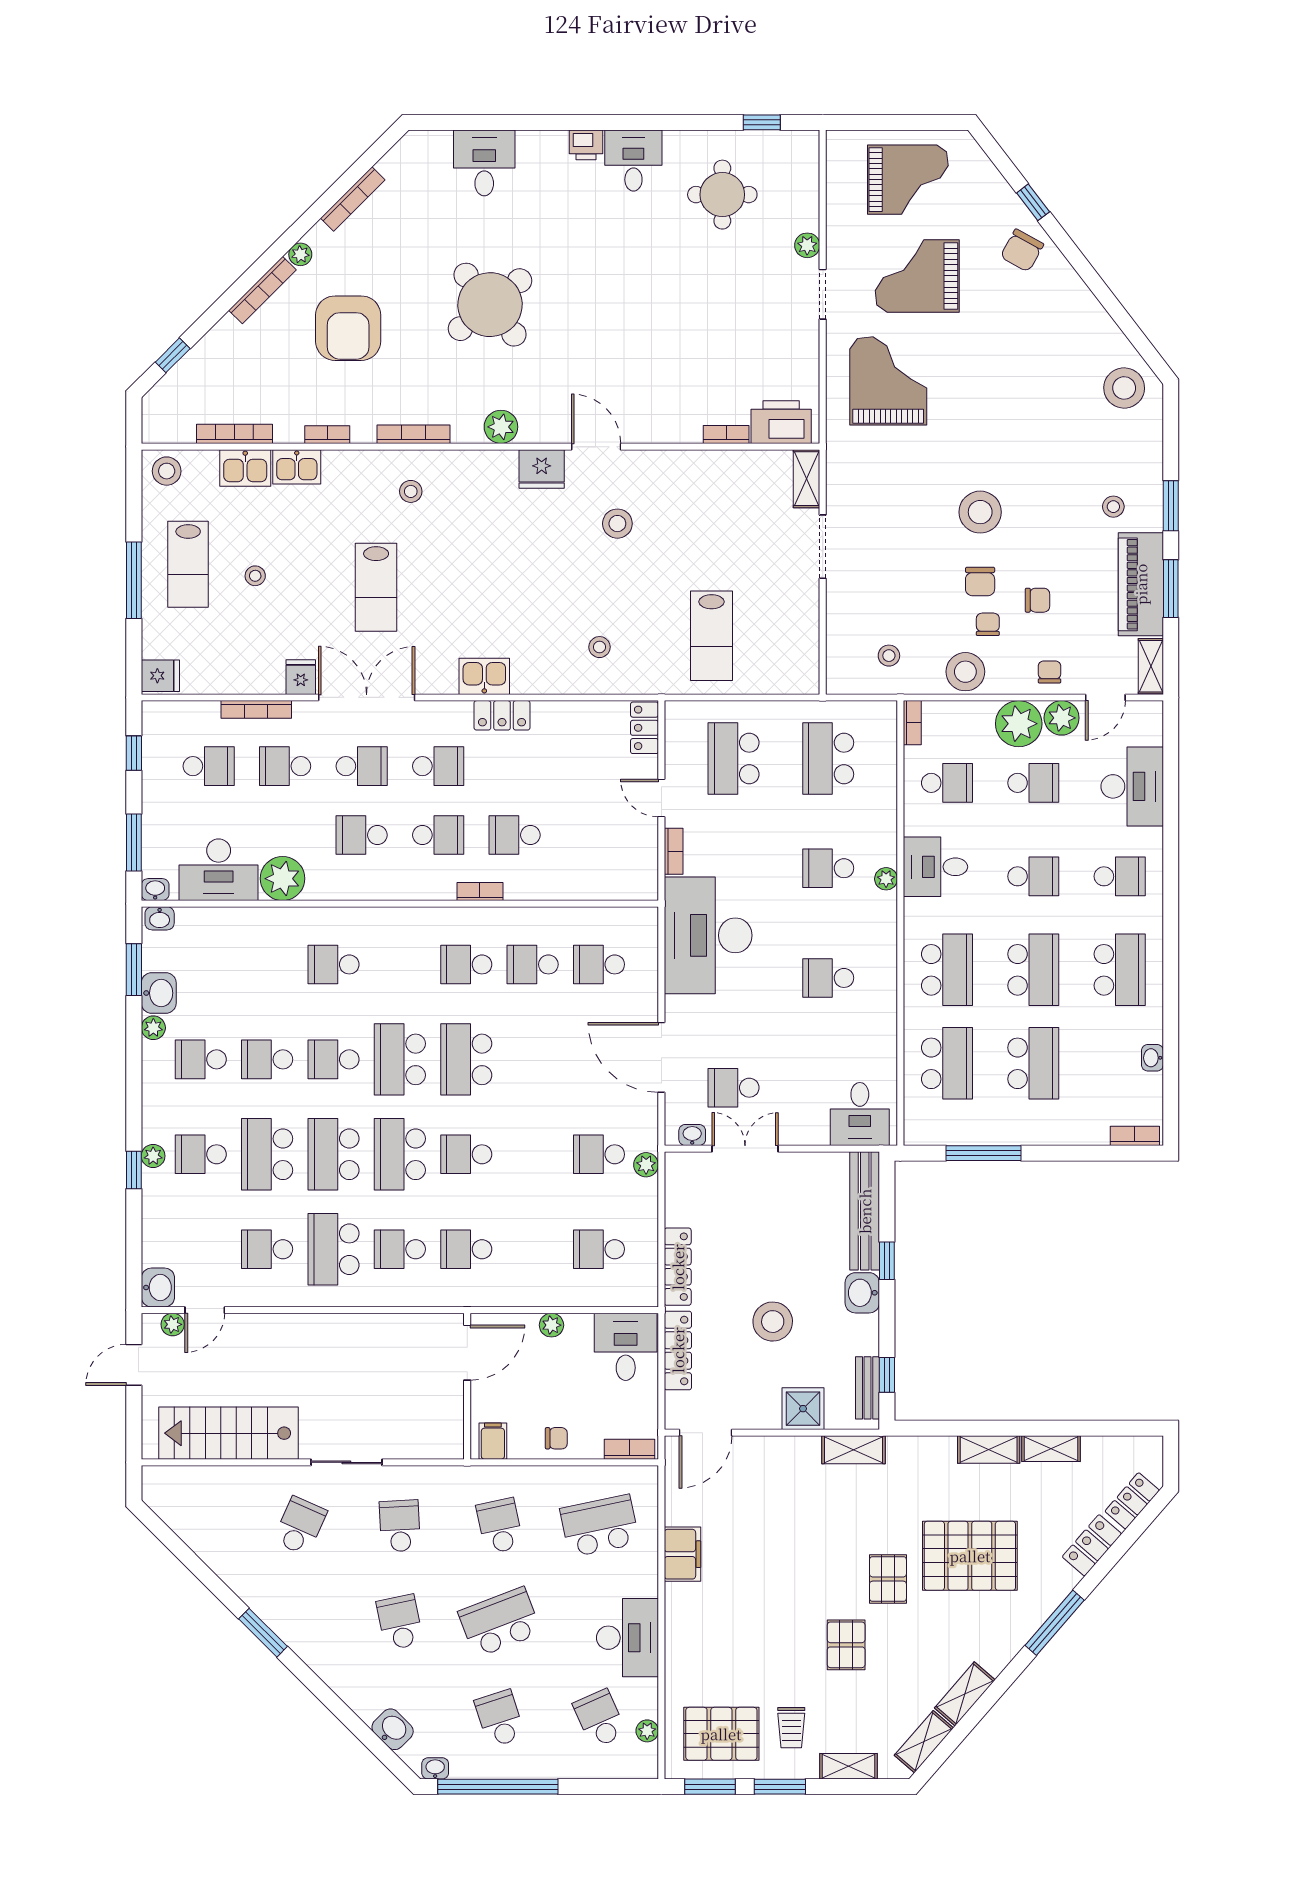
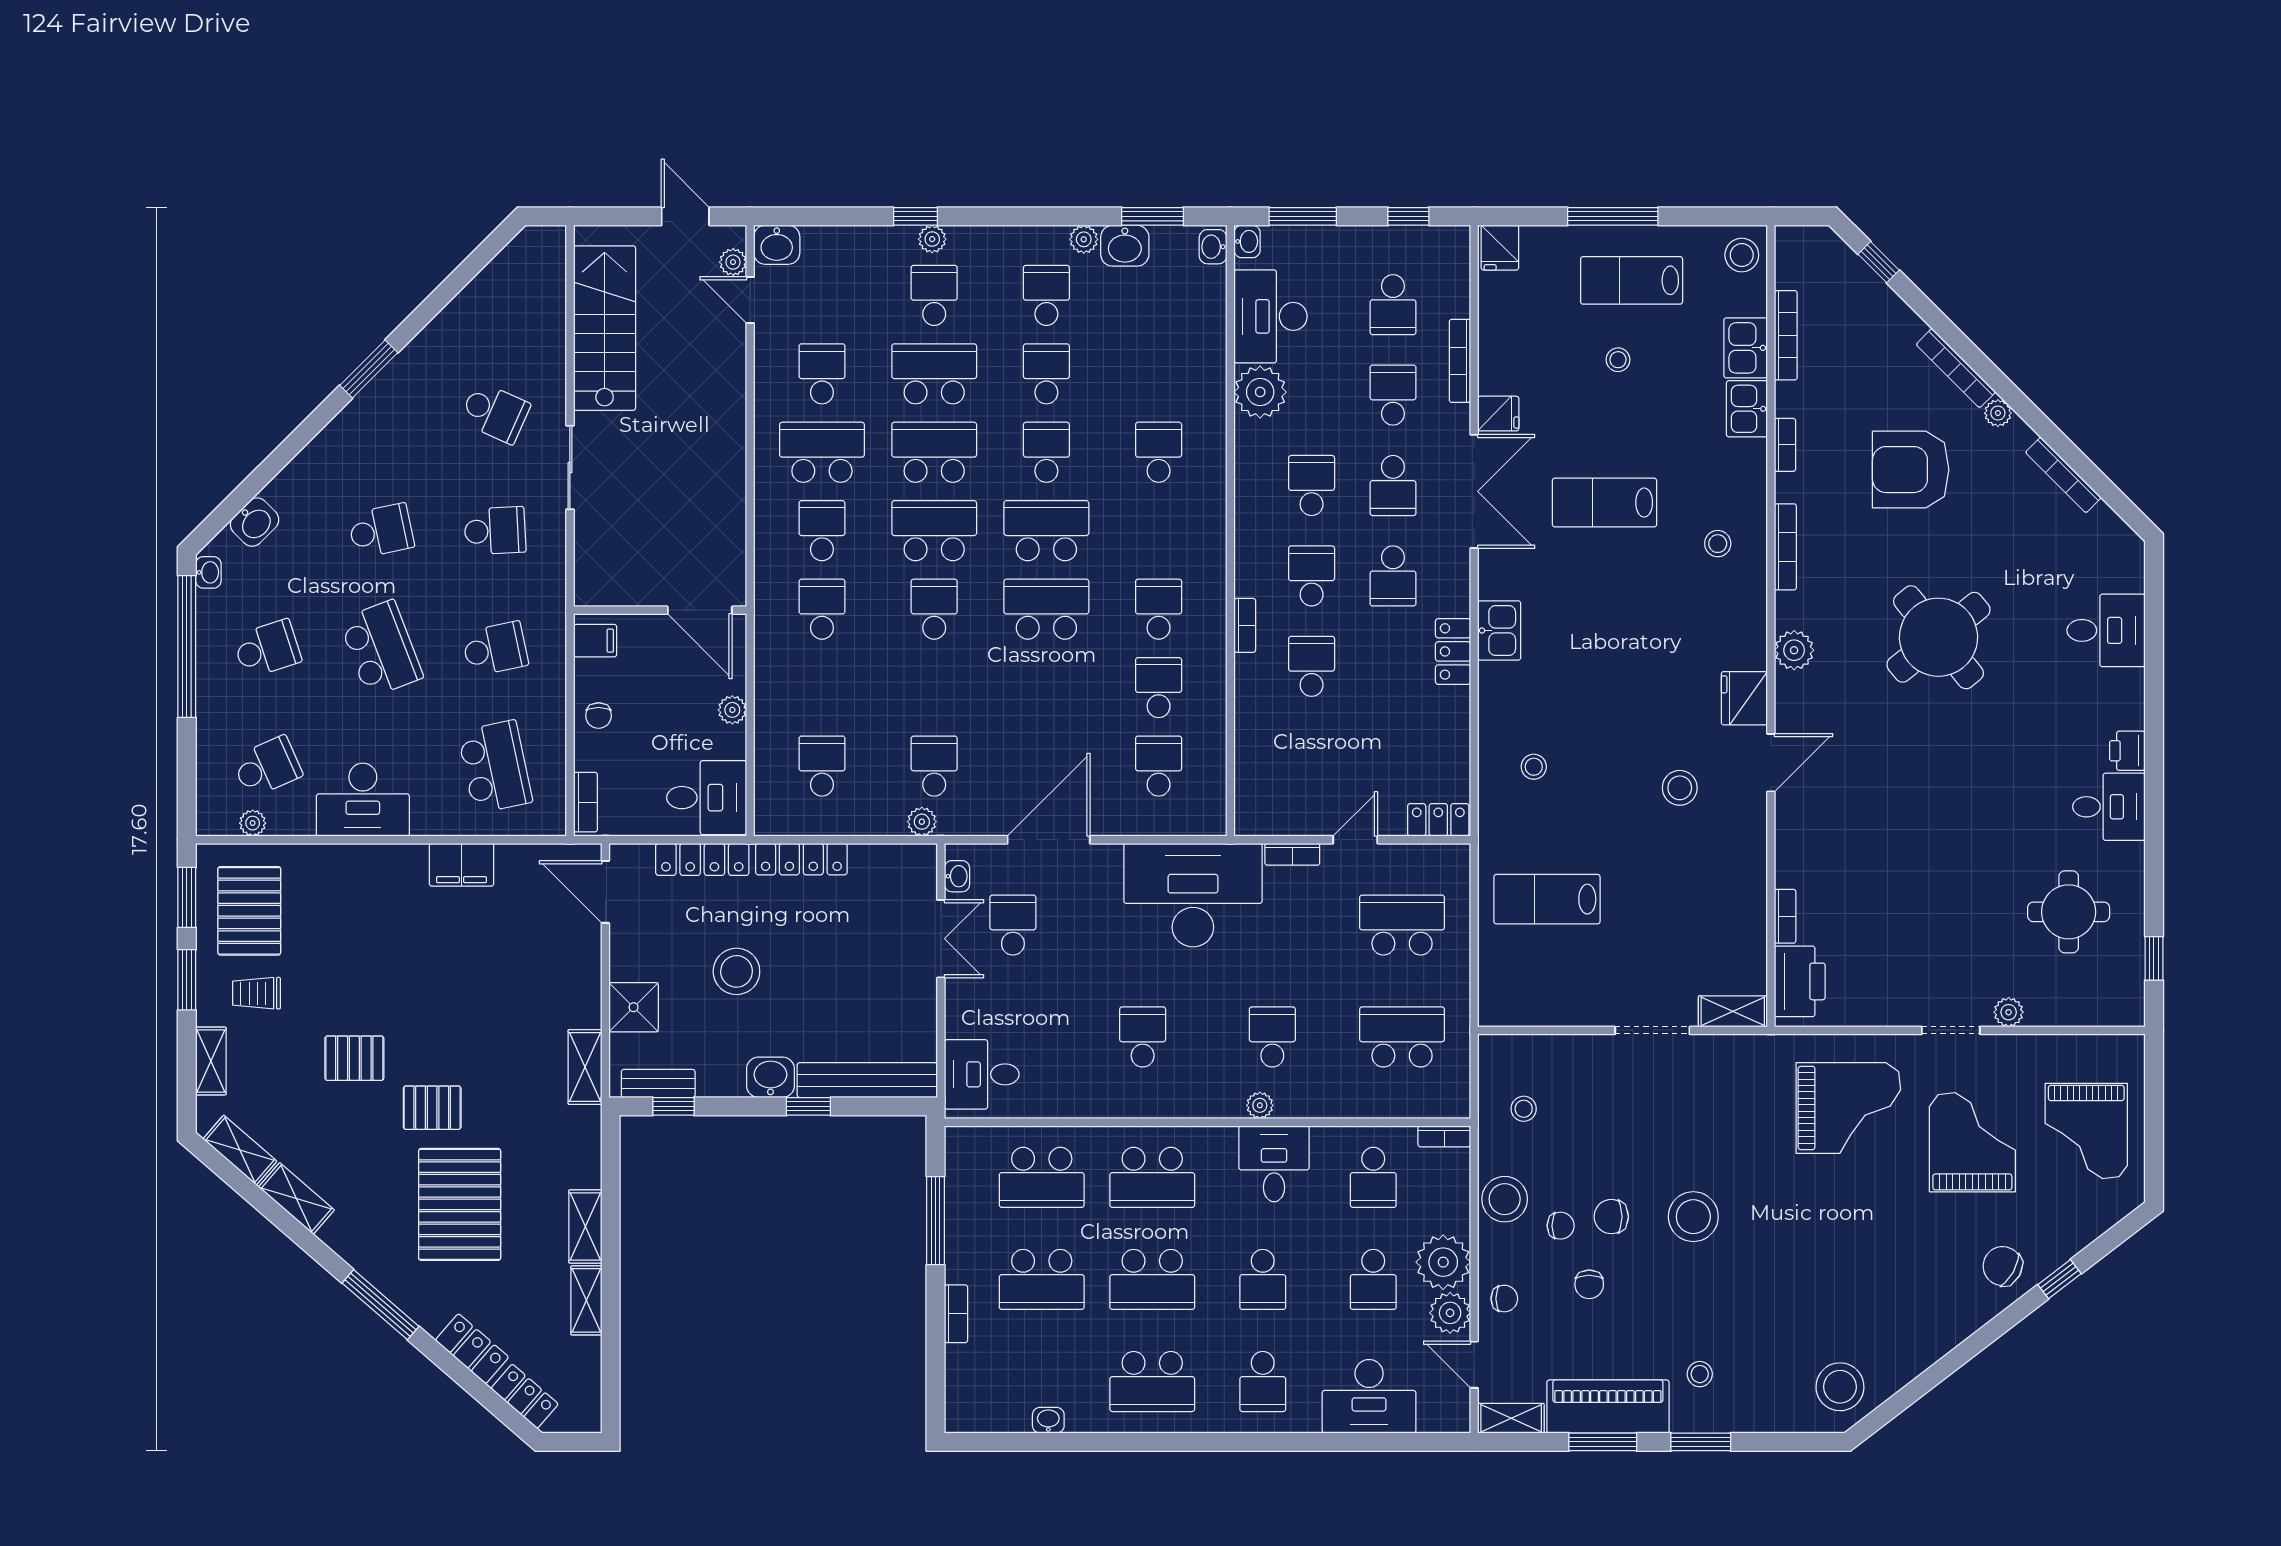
school desk: (438, 835) -> (1312, 576), turned 180
bookcase: (1135, 1136) -> (956, 1314), moved

